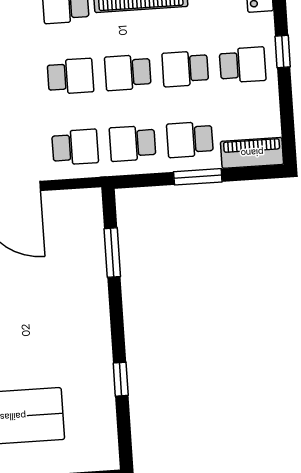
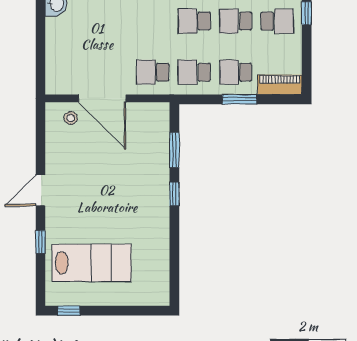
school desk: (70, 76) -> (153, 21), removed
school desk: (75, 147) -> (153, 72), turned 180
window: (121, 379) -> (174, 194), moved

